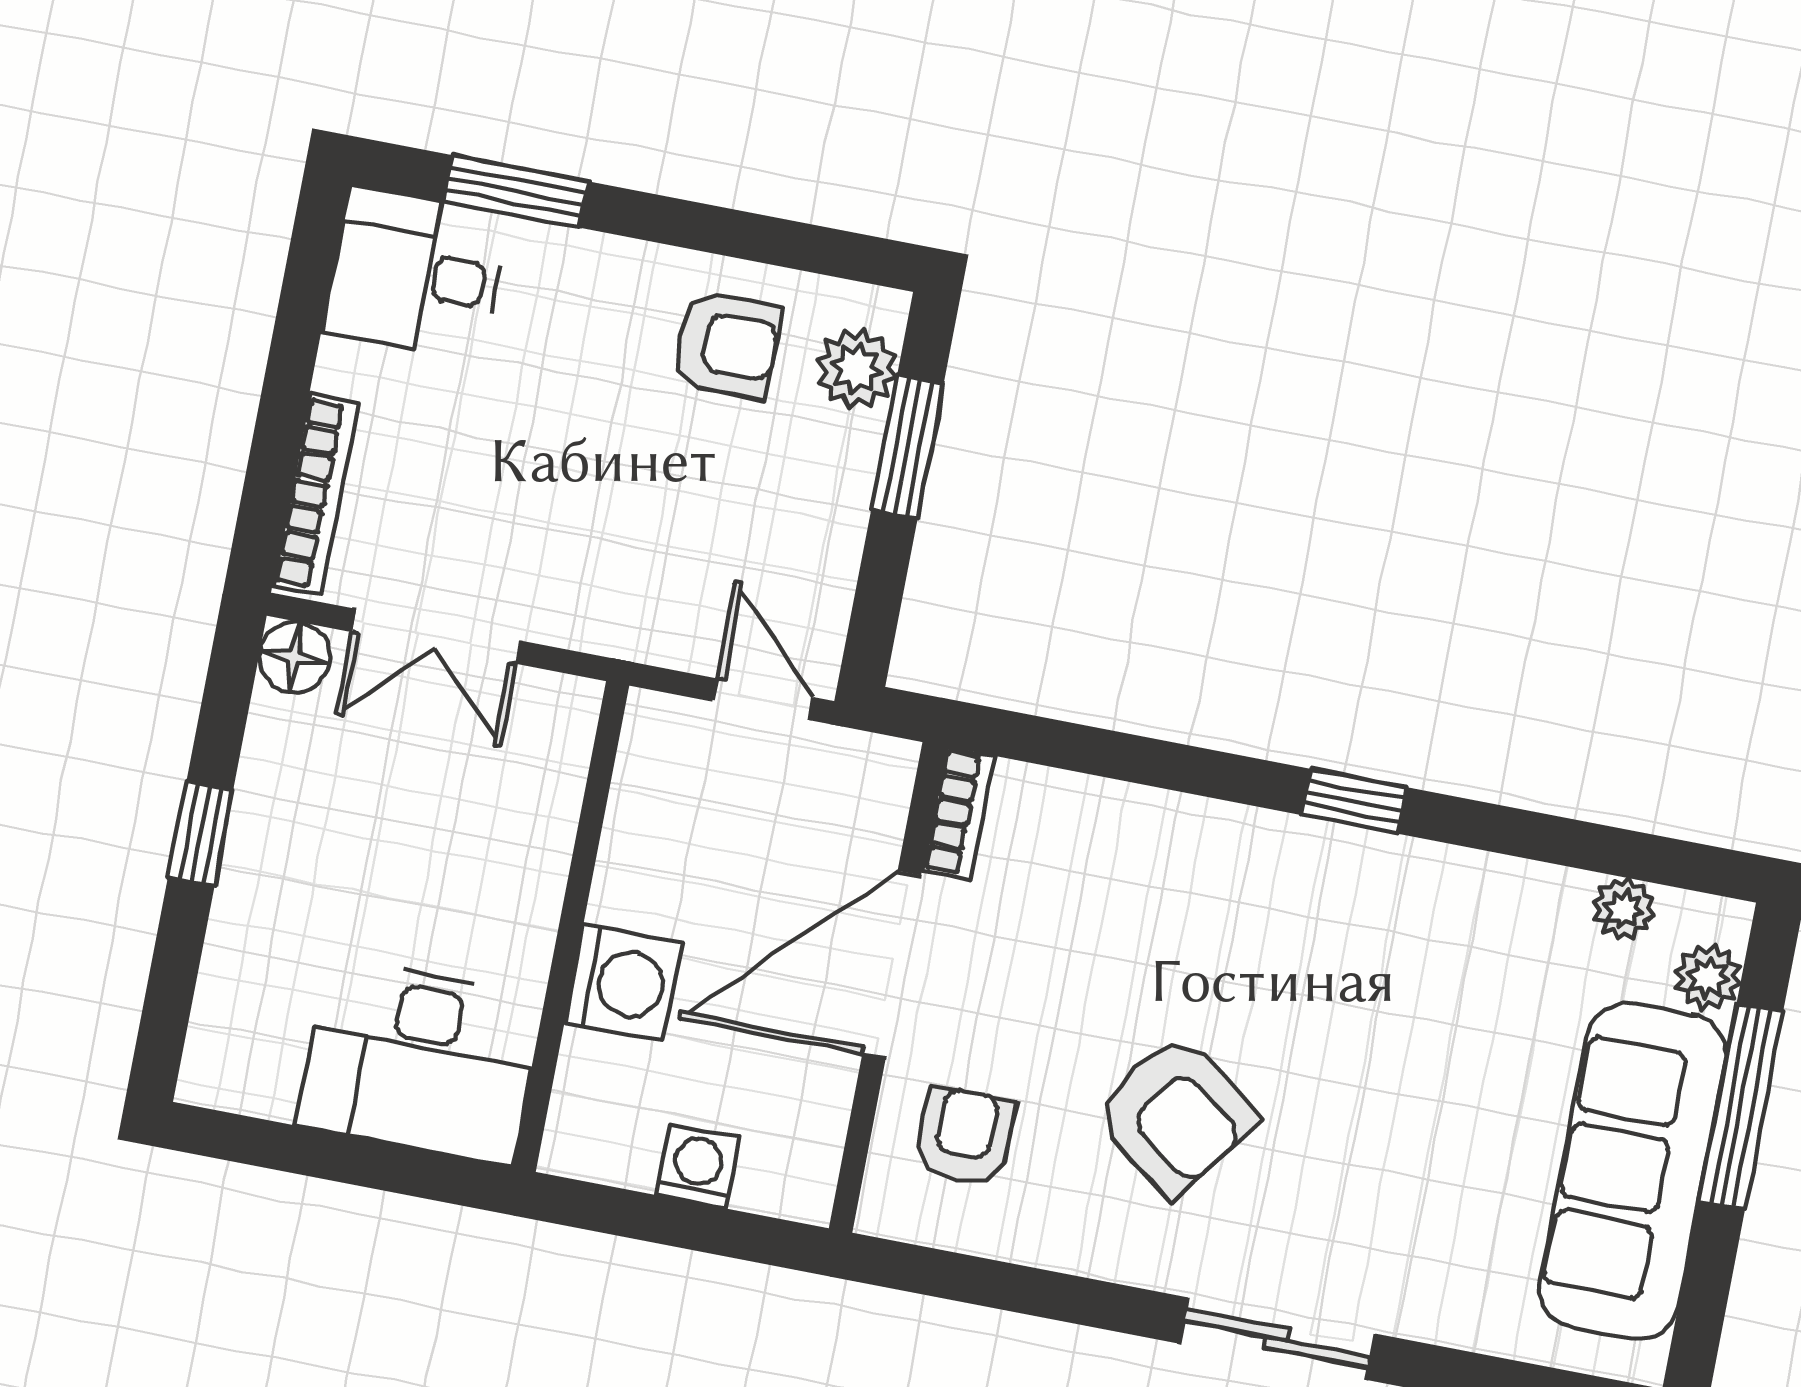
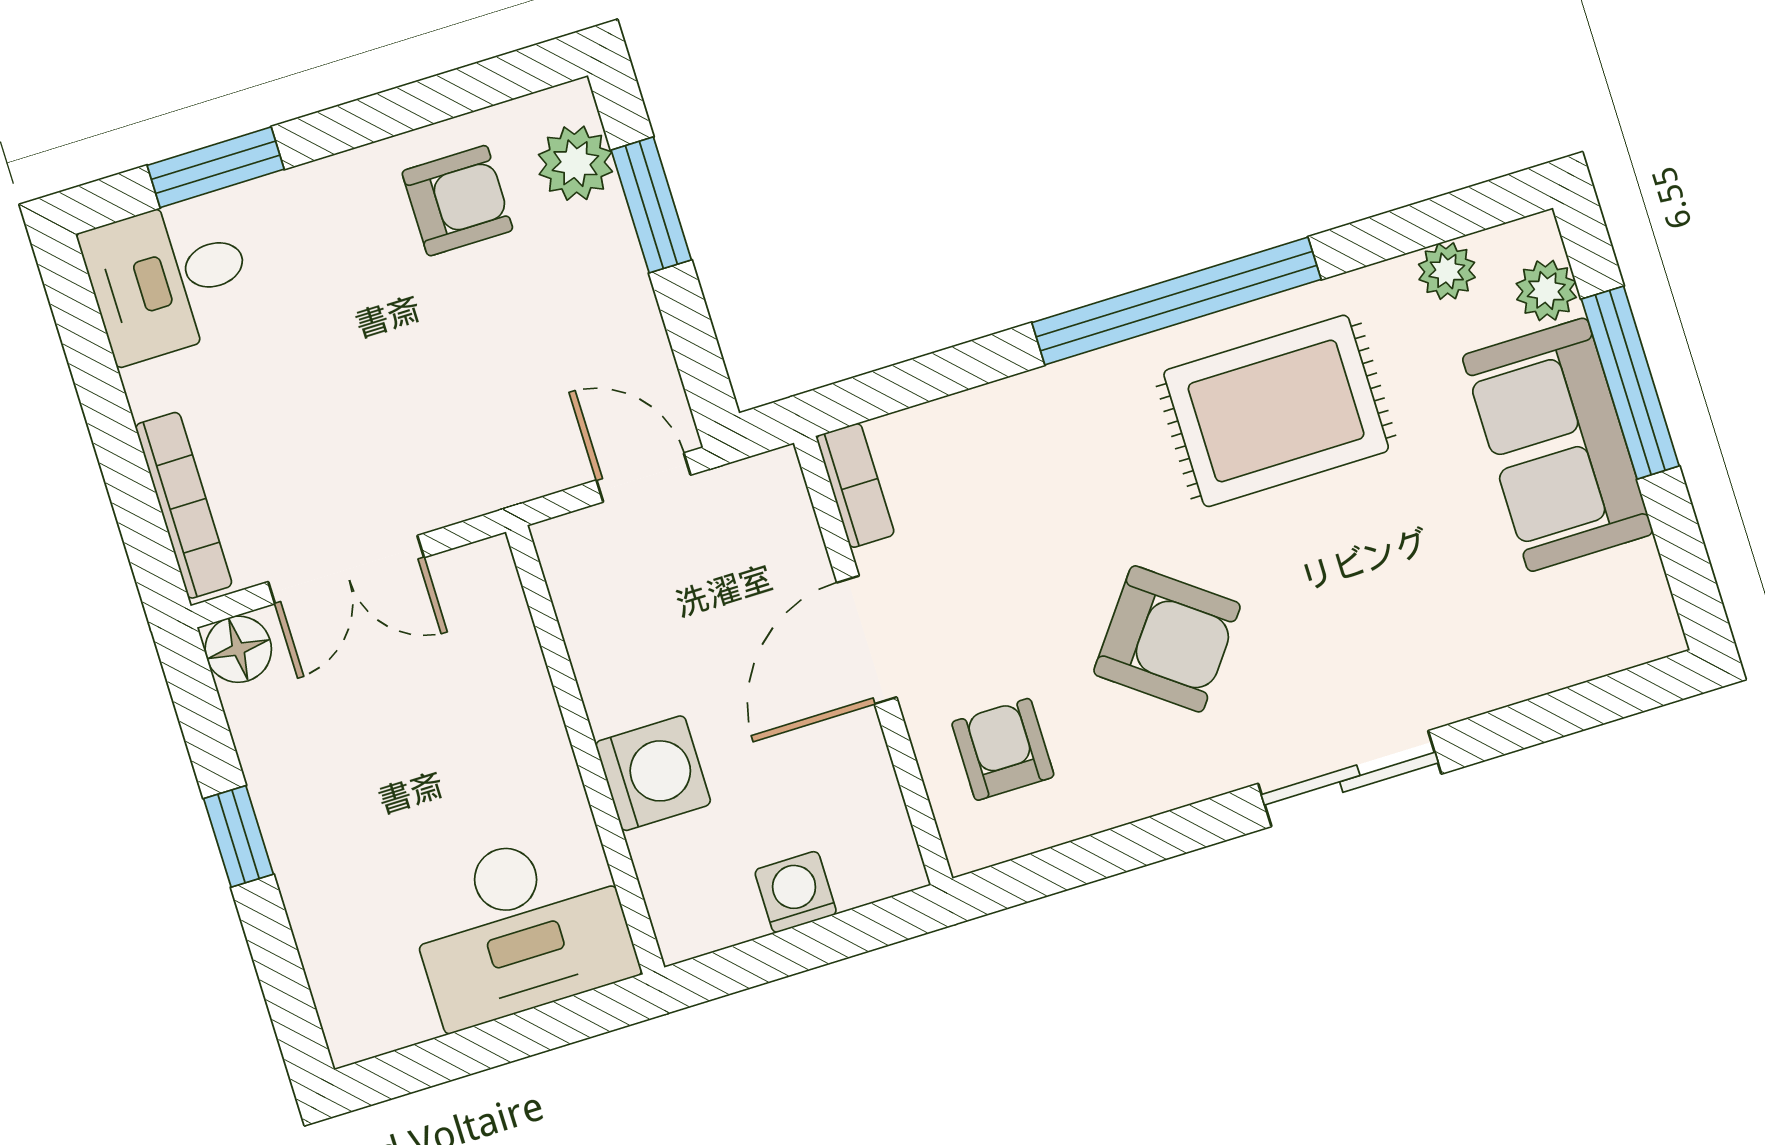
window: (1354, 801) -> (1176, 301), width x3.17
rug: (1393, 955) -> (1276, 411), added
door: (892, 965) -> (867, 640), width x0.73
sofa: (1633, 1171) -> (1558, 445), width x0.73

